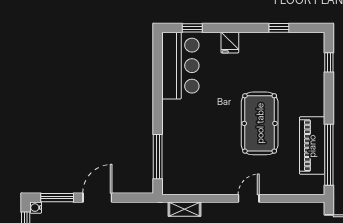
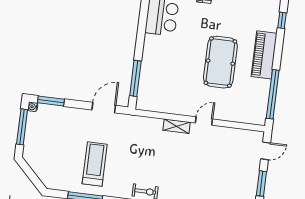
piano: (312, 146) -> (264, 55), moved
door: (97, 198) -> (104, 108), moved
shelving: (184, 209) -> (177, 126), moved

